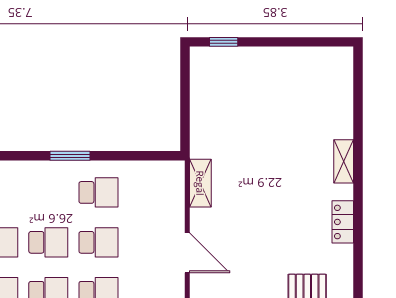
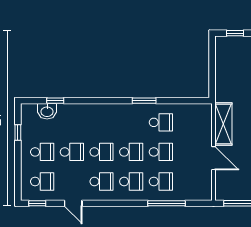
shelving: (200, 183) -> (223, 124), width x1.50, depth x1.33

